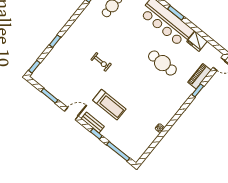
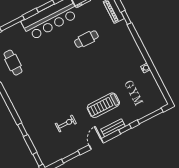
exercise bike: (101, 62) -> (66, 124), moved
cafe table: (162, 63) -> (86, 39), width x0.73, depth x0.74
treadmill: (109, 105) -> (103, 105), turned 180

